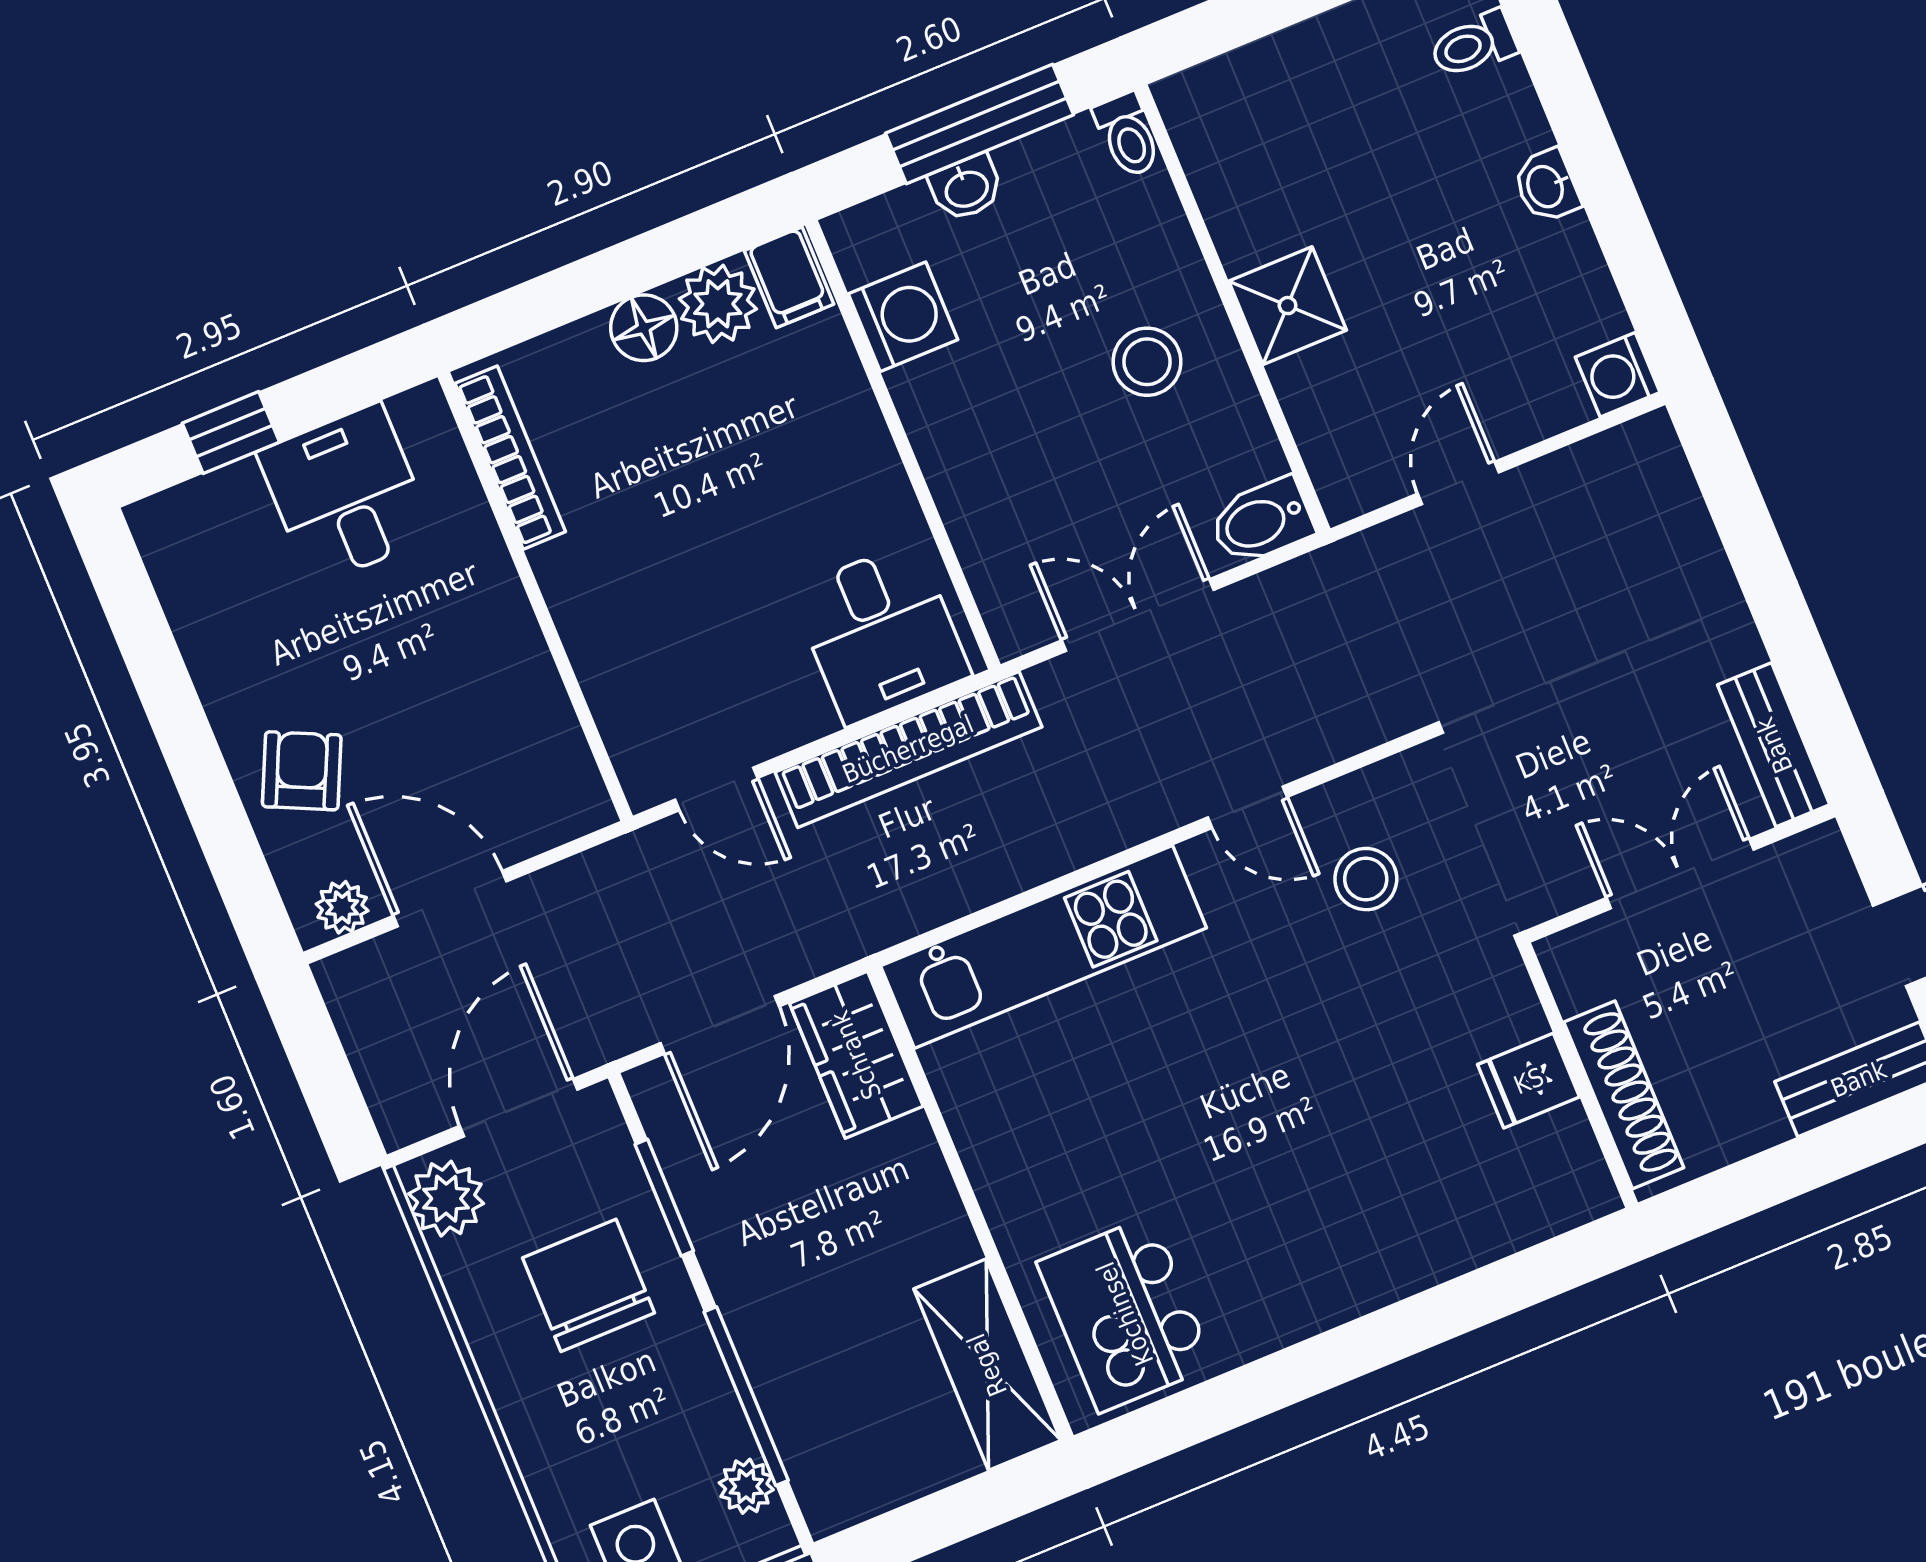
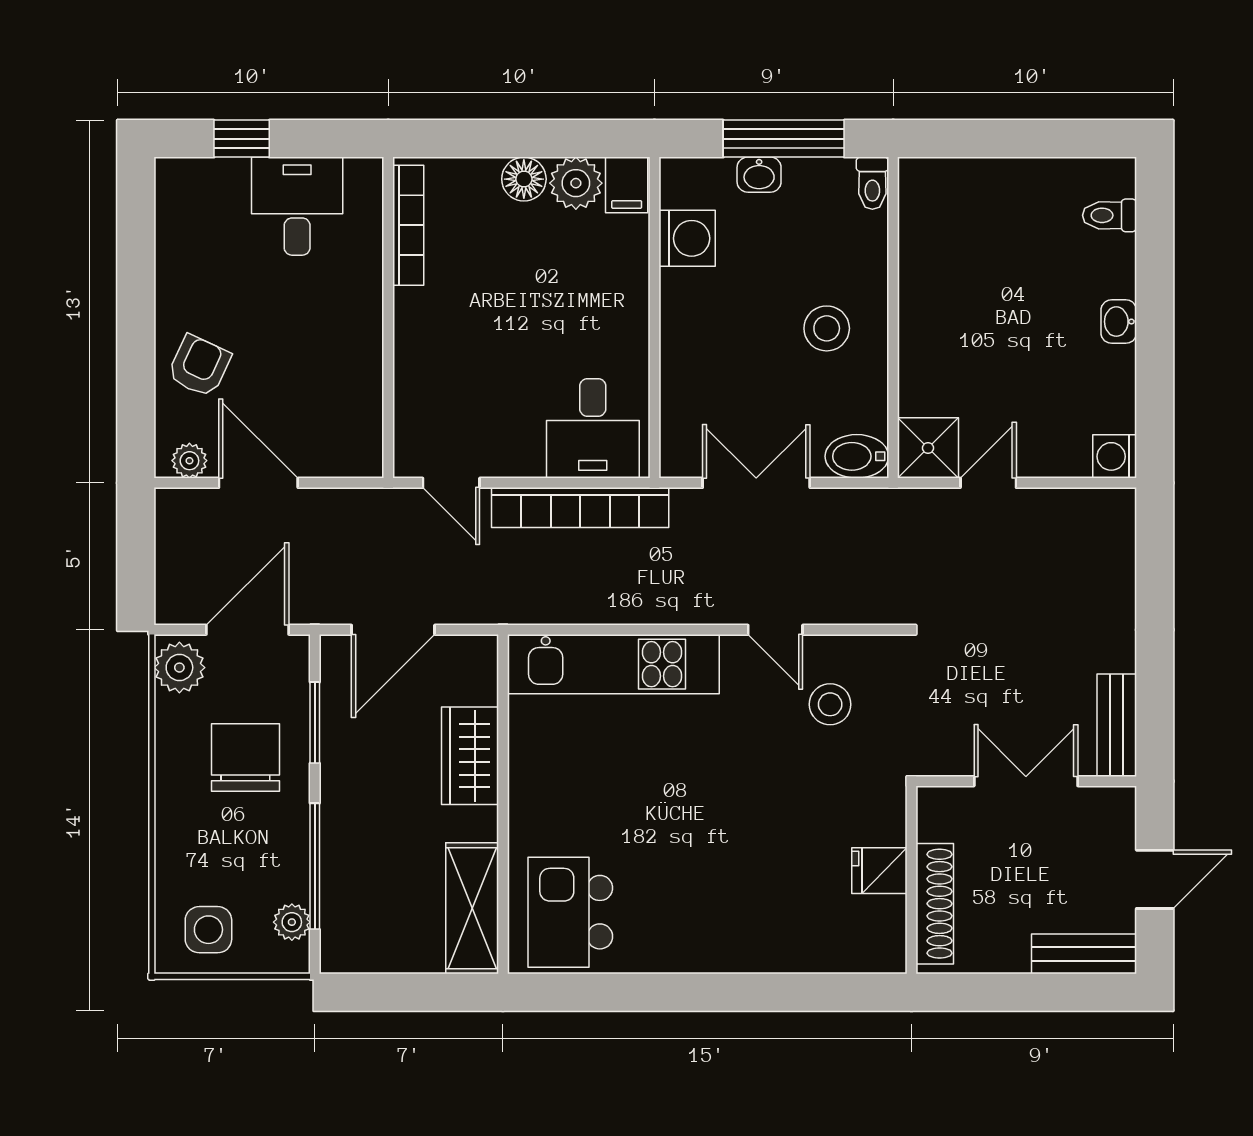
shower: (1288, 306) -> (928, 448), moved
wardrobe: (856, 1055) -> (470, 756), moved

